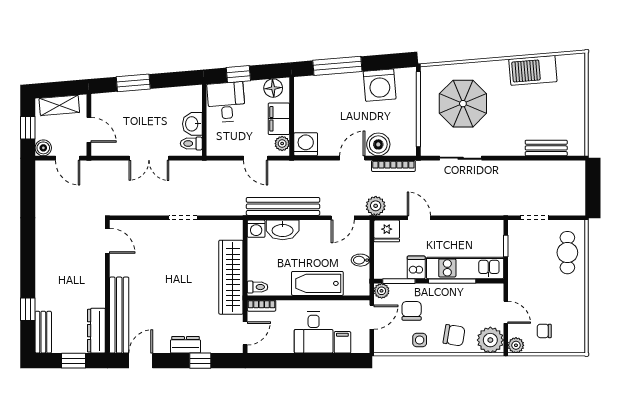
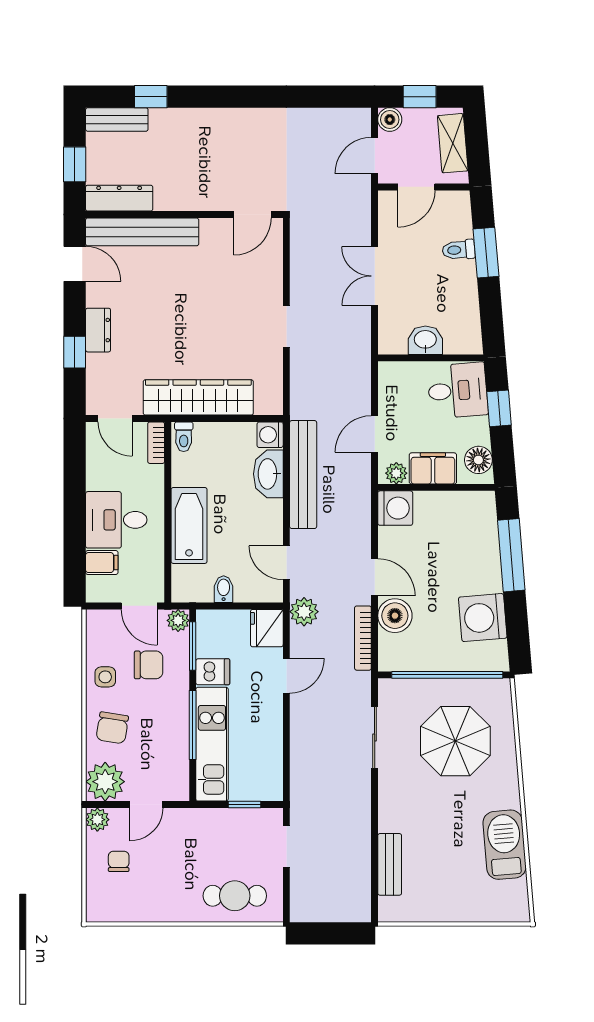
toilet: (191, 143) -> (459, 250), moved, turned -95

